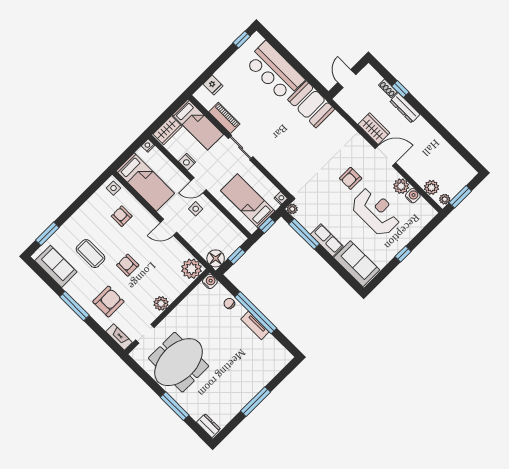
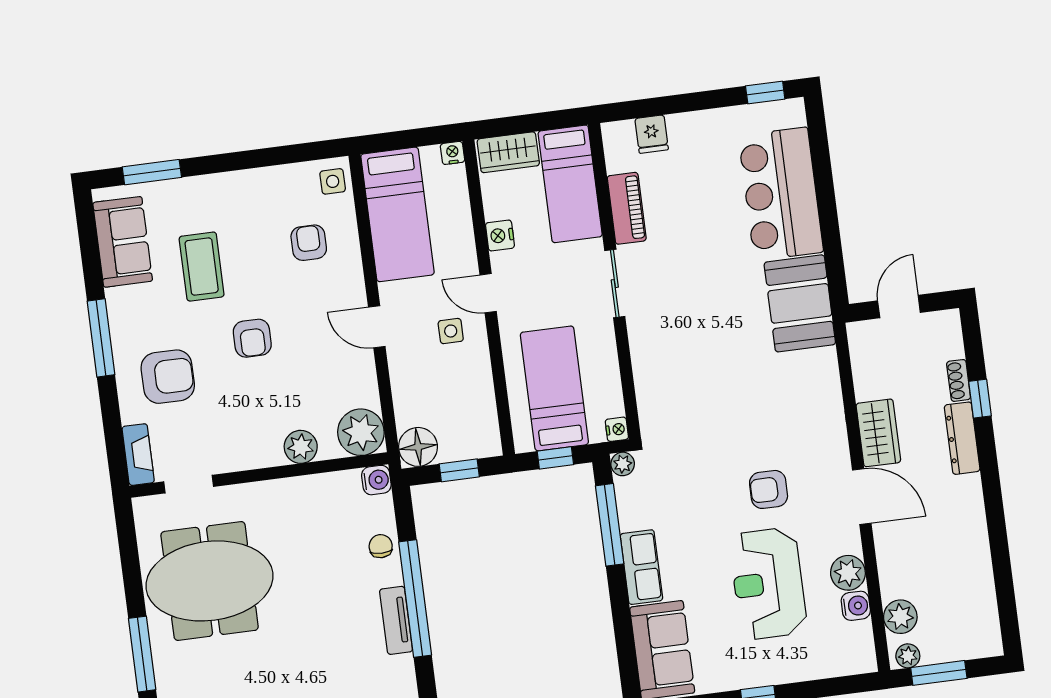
reception desk: (376, 212) -> (768, 584), turned 180
armchair: (128, 265) -> (252, 338), turned 180
plant: (161, 303) -> (301, 447), moved

